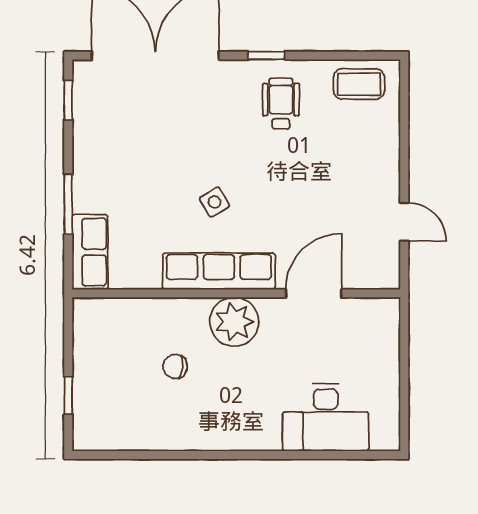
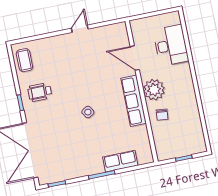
row of seats: (219, 271) -> (134, 101), moved
wall: (236, 293) -> (142, 91), moved
door: (314, 293) -> (135, 58), moved
plant: (234, 322) -> (154, 90), moved

